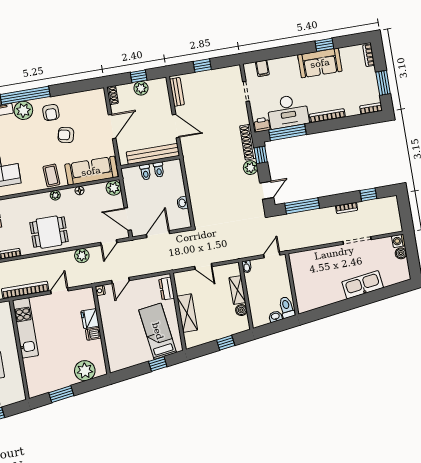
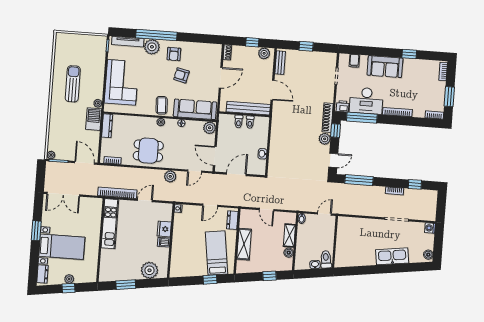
sofa: (320, 63) -> (385, 67), moved
plant: (141, 88) -> (264, 53), moved
boiler: (401, 253) -> (428, 255), moved
door: (120, 280) -> (210, 205), moved

